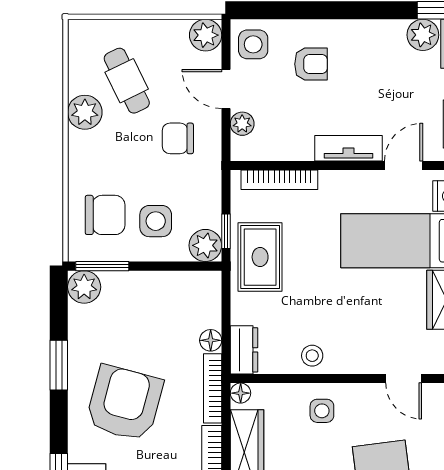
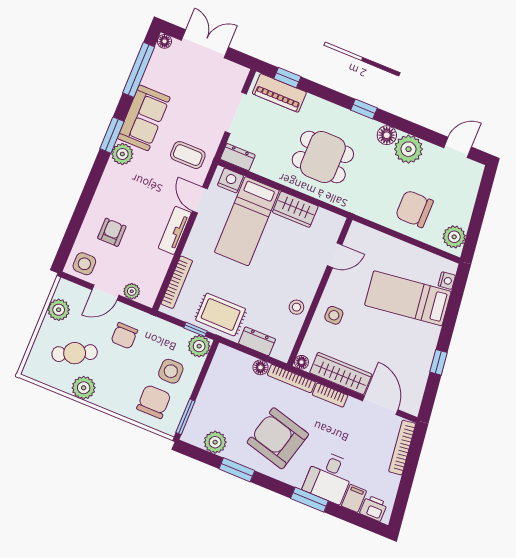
plant: (206, 35) -> (59, 310), moved
plant: (84, 287) -> (215, 442), moved
dresser: (244, 350) -> (257, 341), moved

